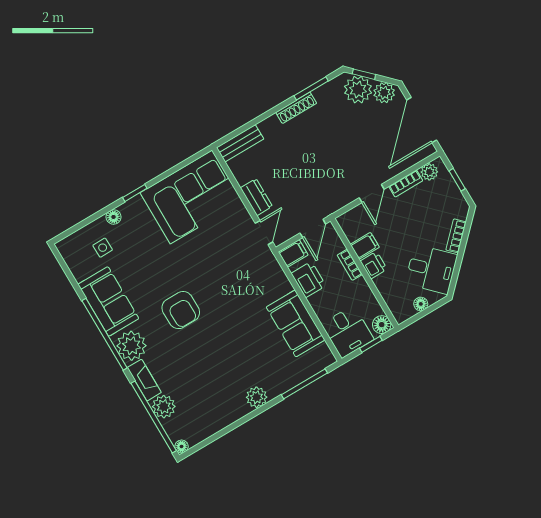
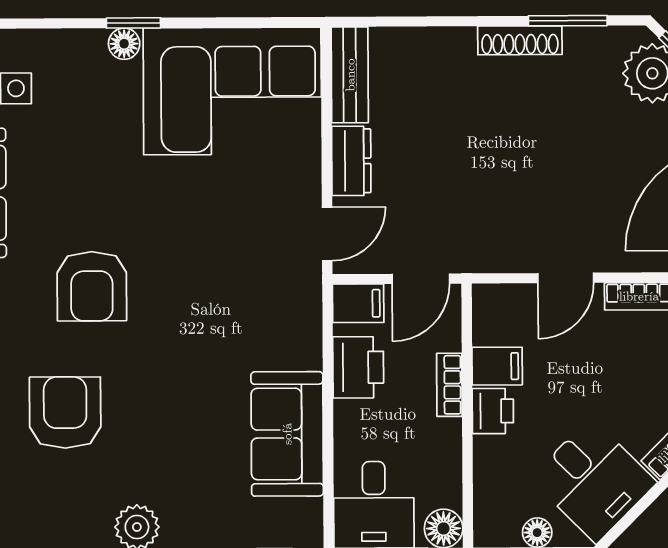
bench: (240, 143) -> (350, 75), moved, turned 90
floor lamp: (114, 217) -> (124, 44), moved
armchair: (200, 368) -> (65, 412), added

